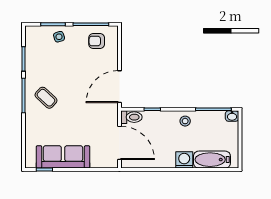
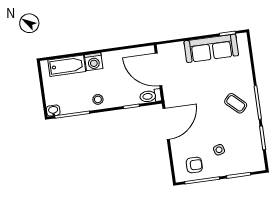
side table: (59, 37) -> (219, 150), moved

